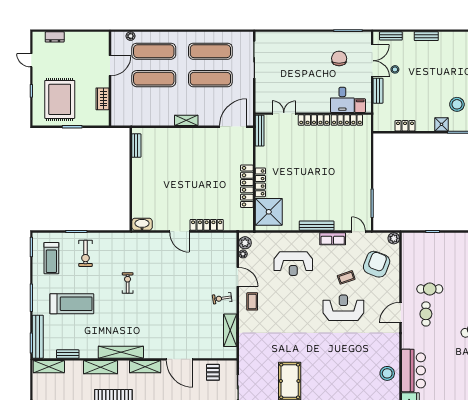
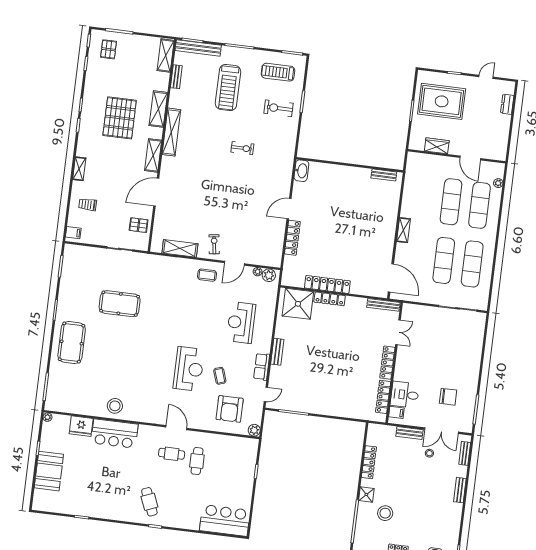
locker: (405, 126) -> (369, 462), width x1.53
bench: (317, 226) -> (277, 352), width x0.73
armchair: (377, 264) -> (230, 409), turned 69

